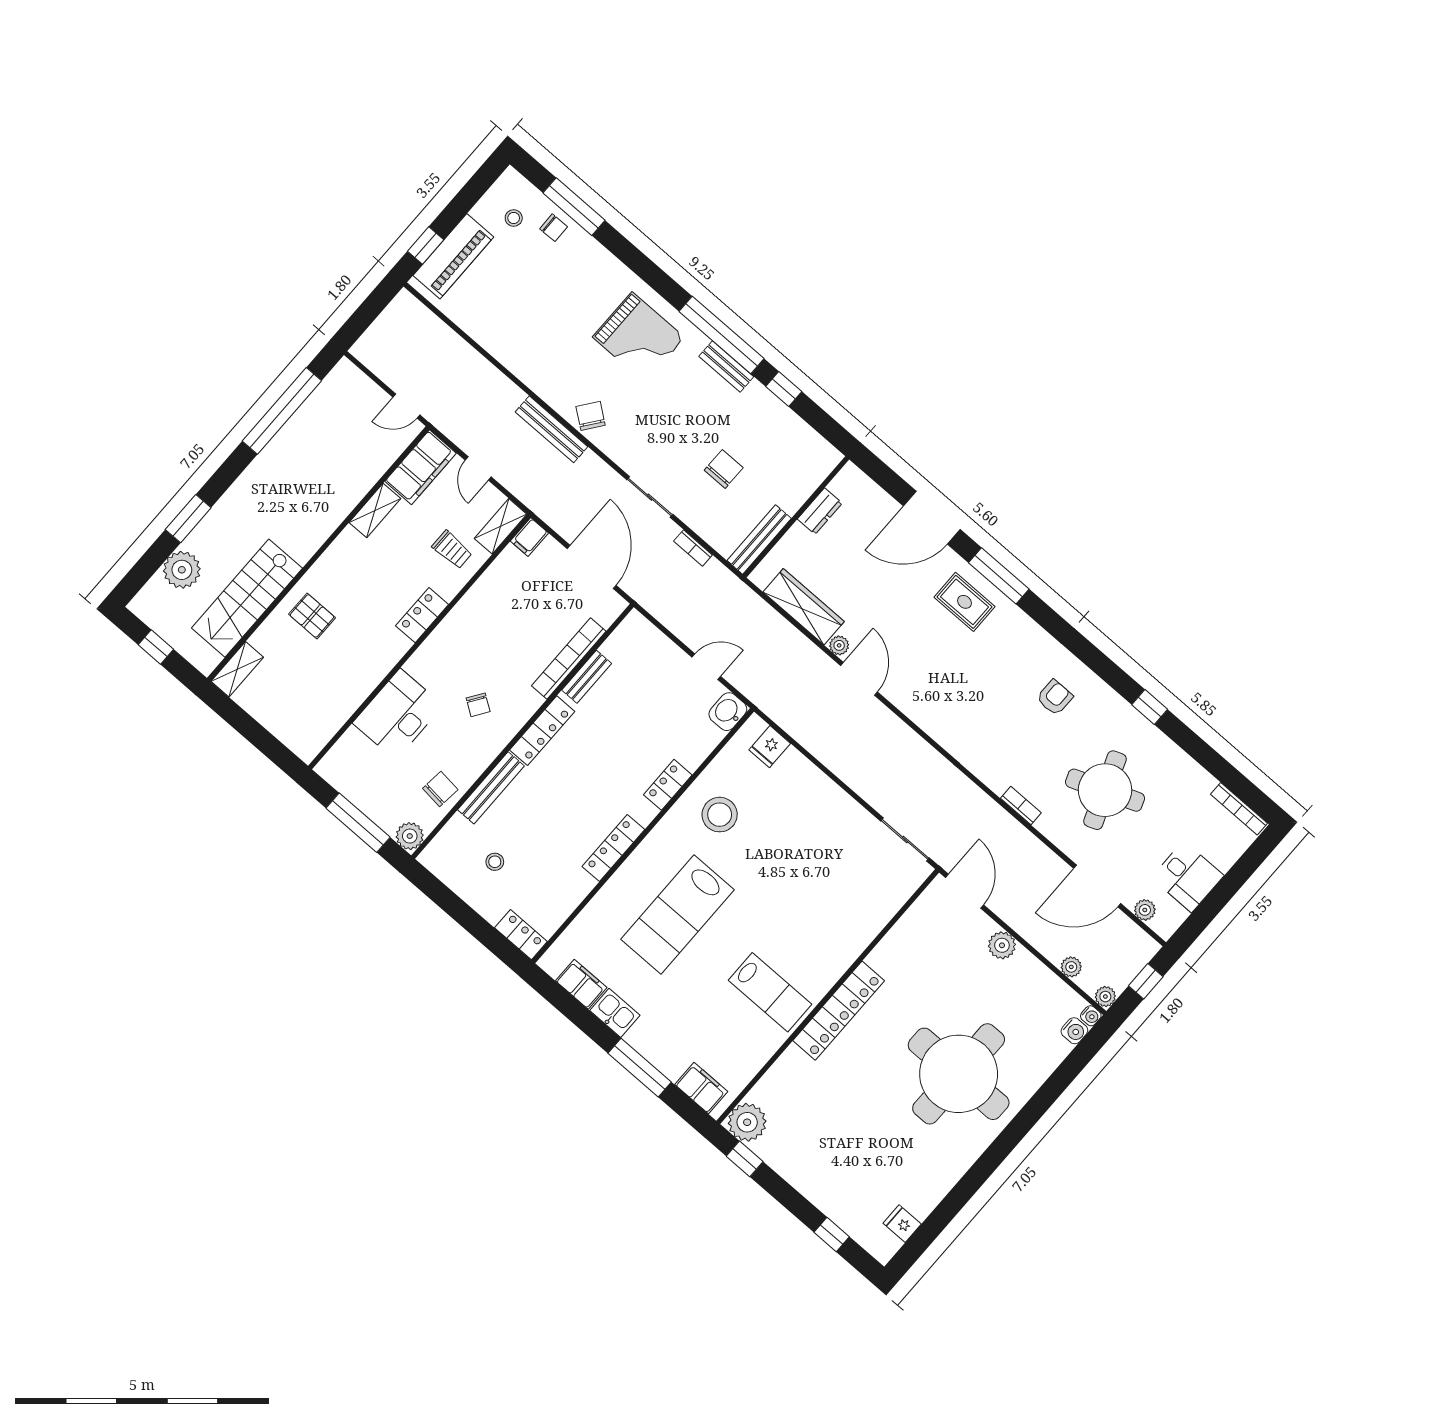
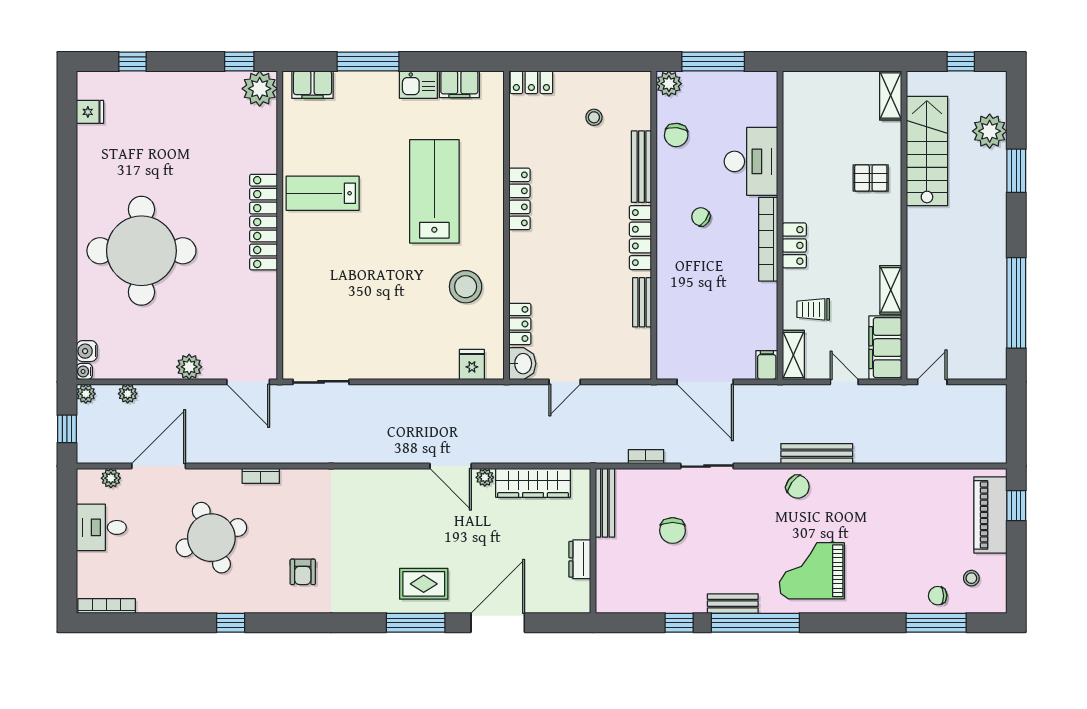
bookcase: (569, 658) -> (768, 239), moved, turned 180
locker: (668, 785) -> (520, 324), moved

